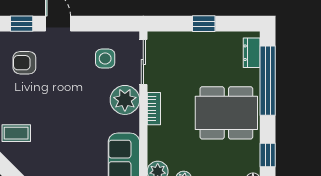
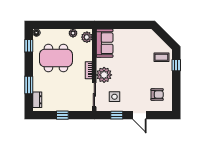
window: (22, 24) -> (117, 115), moved
window: (268, 81) -> (29, 85), width x0.47
dining table: (226, 113) -> (56, 58), moved

